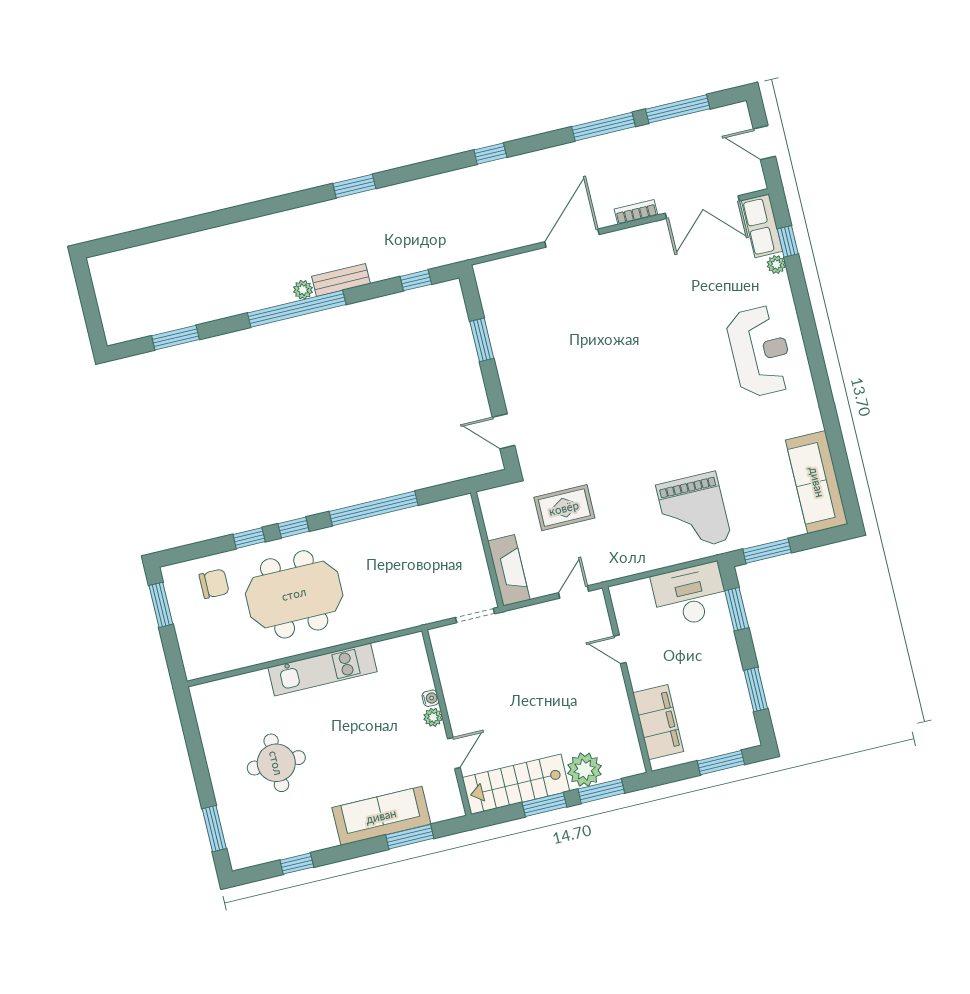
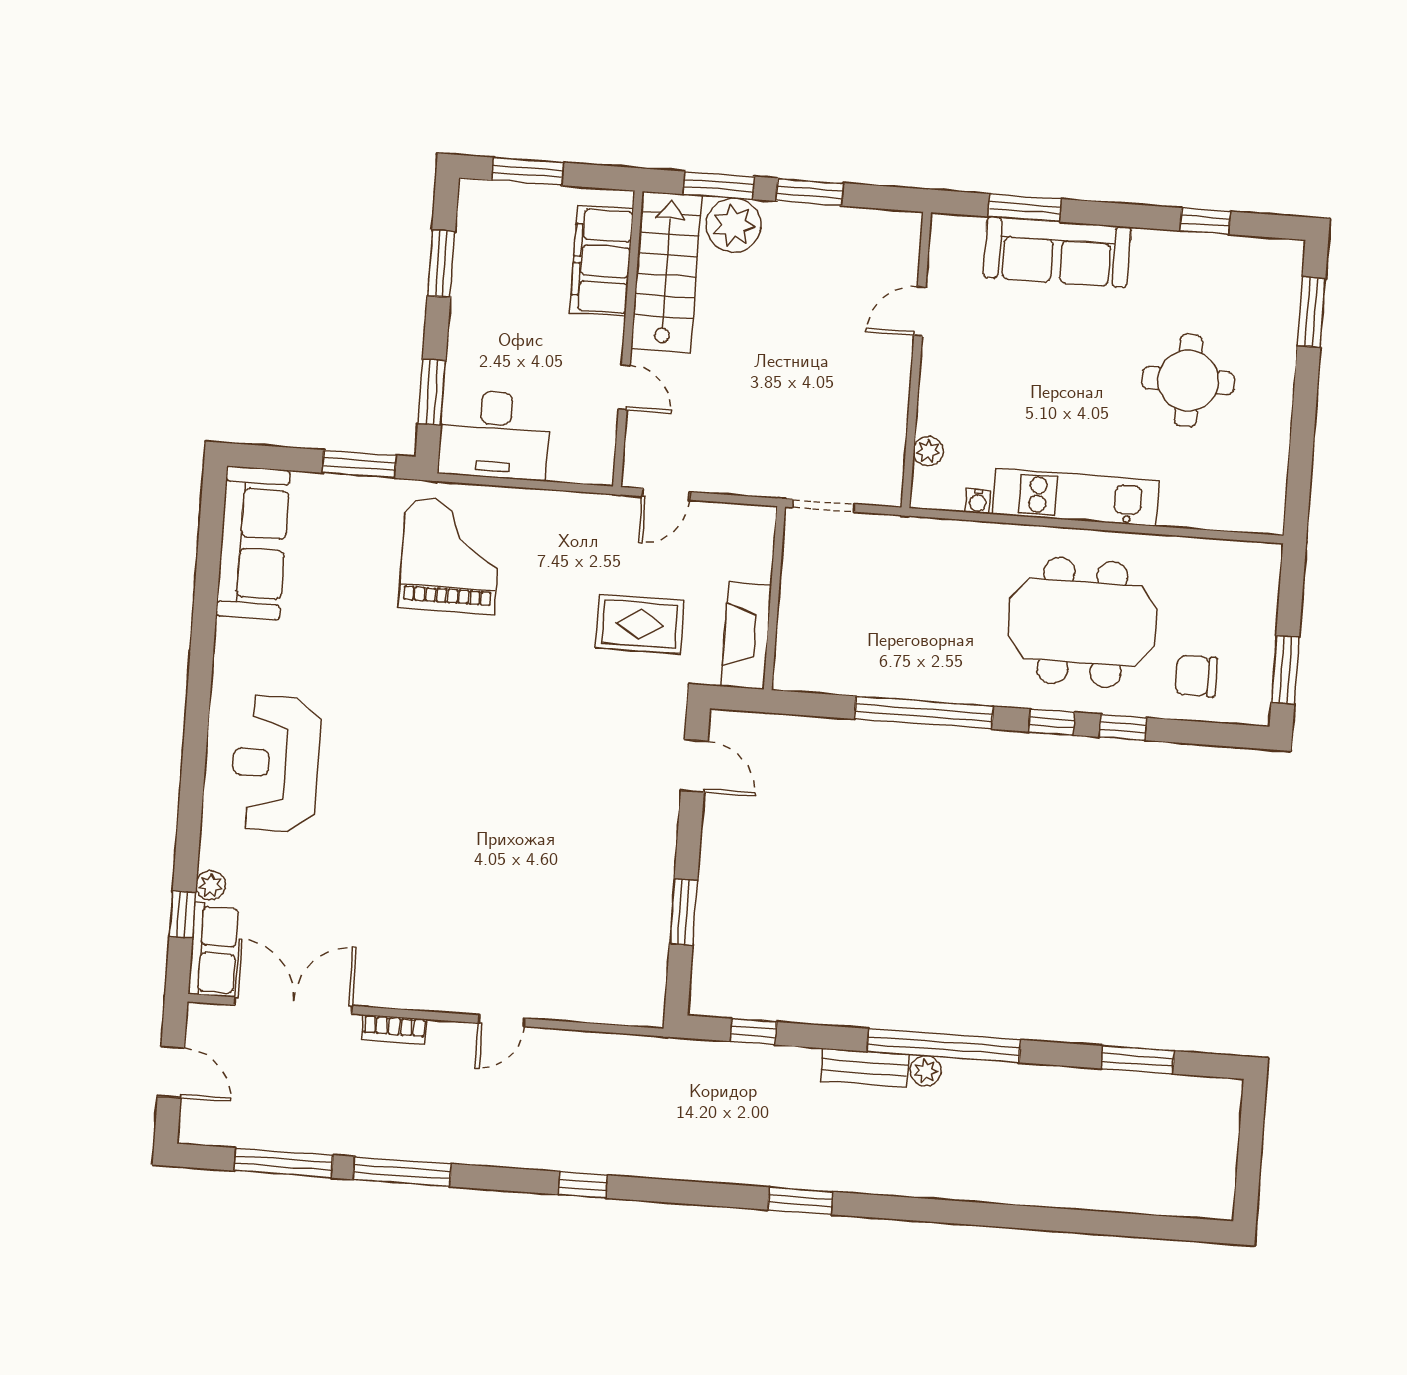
door: (572, 238) -> (502, 1021), width x0.53
fireplace: (509, 570) -> (746, 636), moved
water cooler: (430, 698) -> (978, 501), moved, turned -90
plant: (433, 717) -> (928, 451), moved
stairs: (516, 784) -> (666, 272), moved, turned -90

